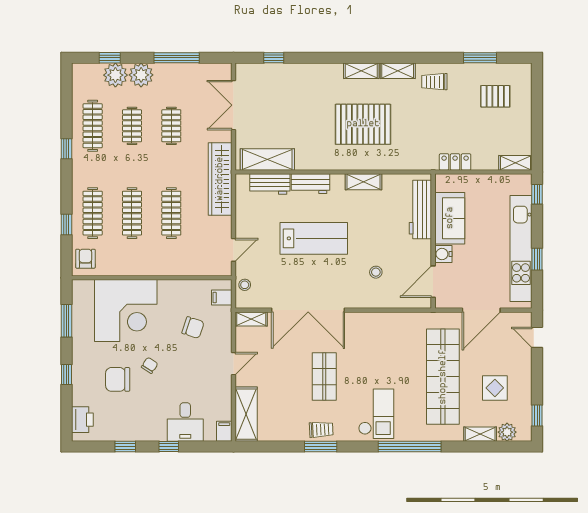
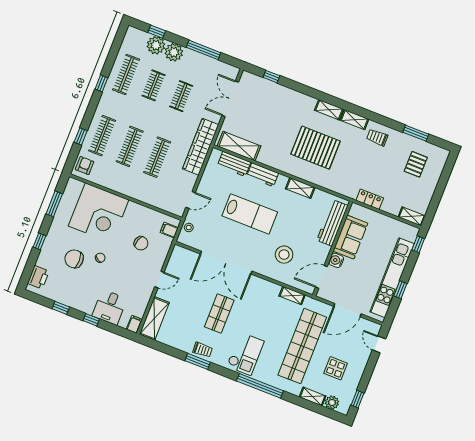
pallet: (495, 96) -> (416, 164), turned 90
stool: (376, 272) -> (284, 255), width x1.89, depth x1.89
shelving: (251, 319) -> (292, 296), moved

